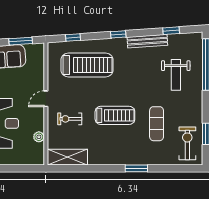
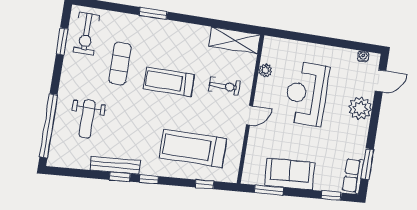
window: (171, 31) -> (120, 177), moved
weight bench: (176, 75) -> (87, 119), turned 180

